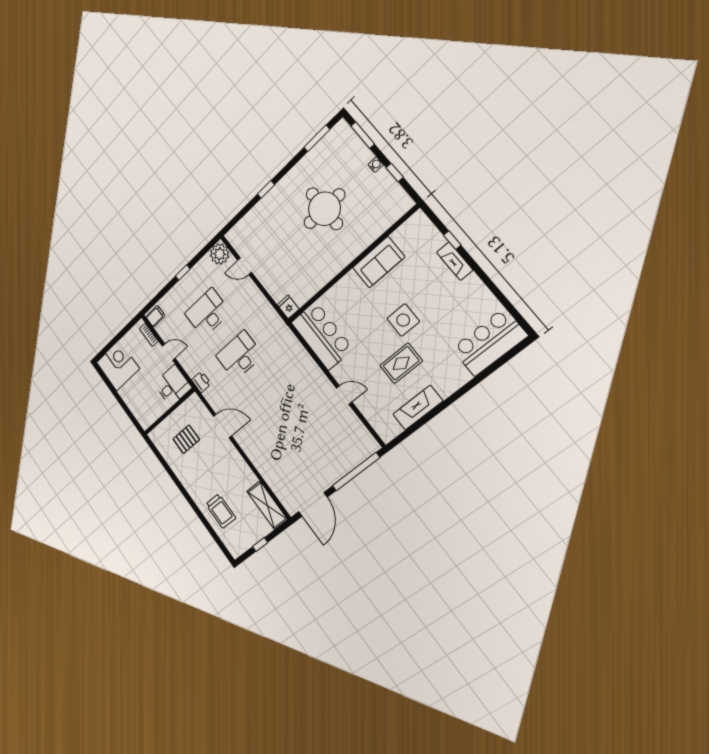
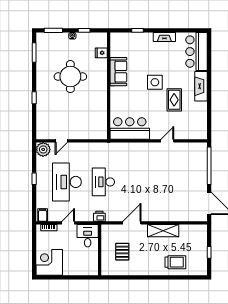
fireplace: (455, 261) -> (164, 37), moved
fridge: (288, 307) -> (101, 53), moved
desk: (208, 313) -> (67, 182), width x1.36, depth x1.30
fireplace: (418, 408) -> (201, 86), moved
shelving: (267, 505) -> (163, 231), moved

